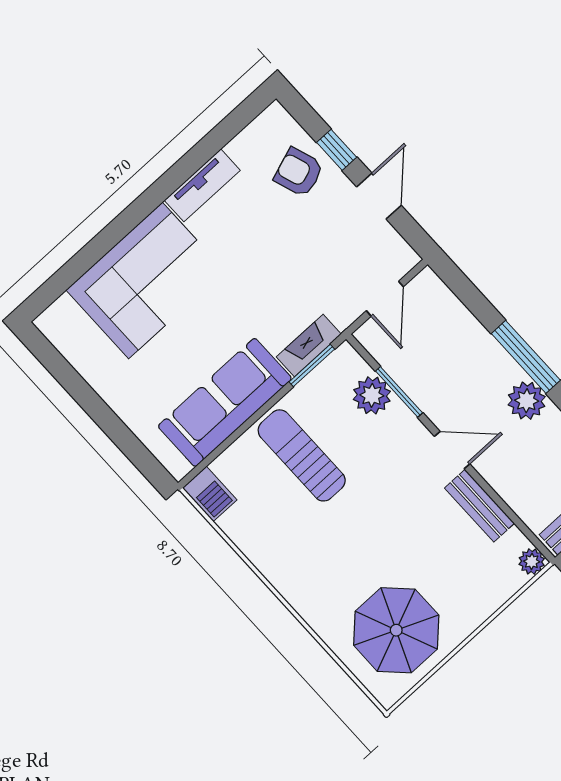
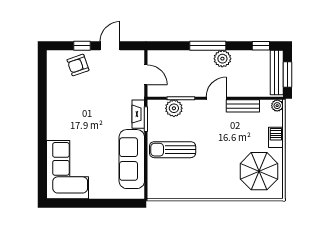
tv unit: (202, 185) -> (53, 101), removed
door: (379, 196) -> (110, 46), hinge flipped
corner sofa: (145, 280) -> (67, 170), moved
barbecue: (210, 494) -> (276, 137), moved, turned -90

